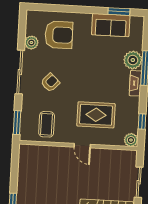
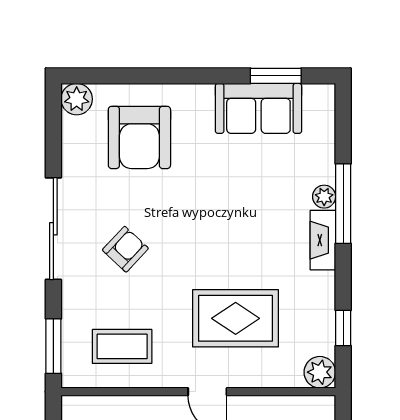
armchair: (59, 35) -> (139, 137), turned 90
plant: (31, 43) -> (77, 99), moved
plant: (133, 60) -> (324, 197), width x0.53, depth x0.53
coffee table: (47, 124) -> (122, 346), turned 90

